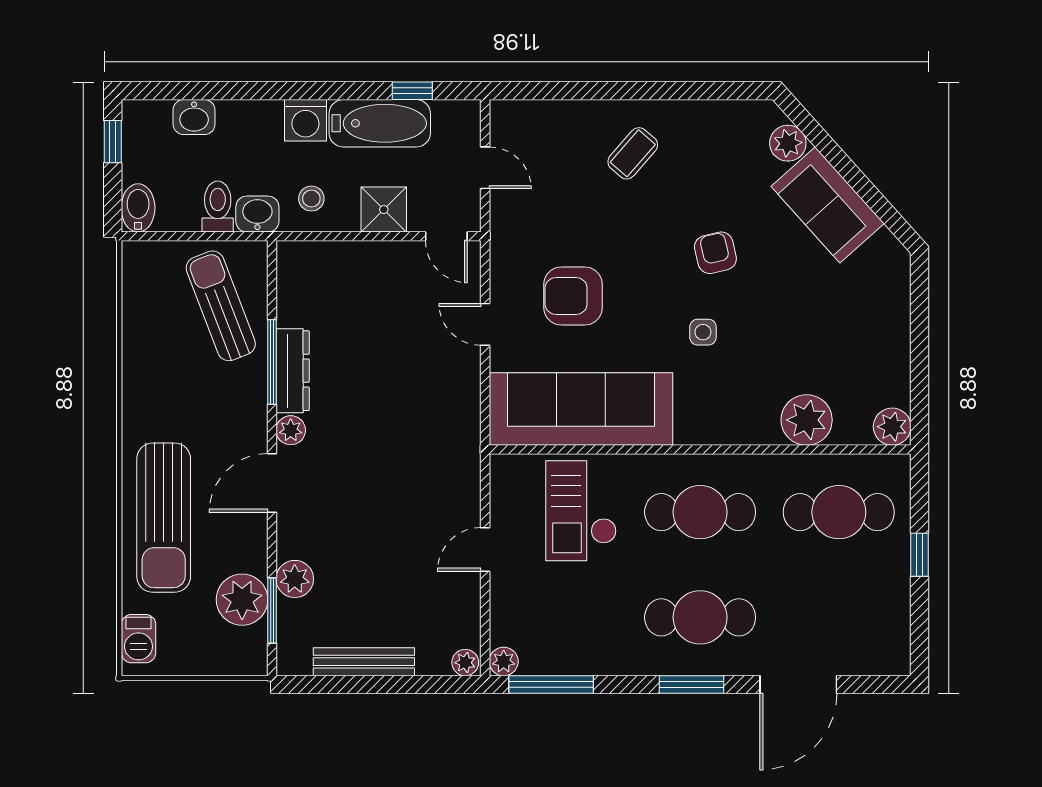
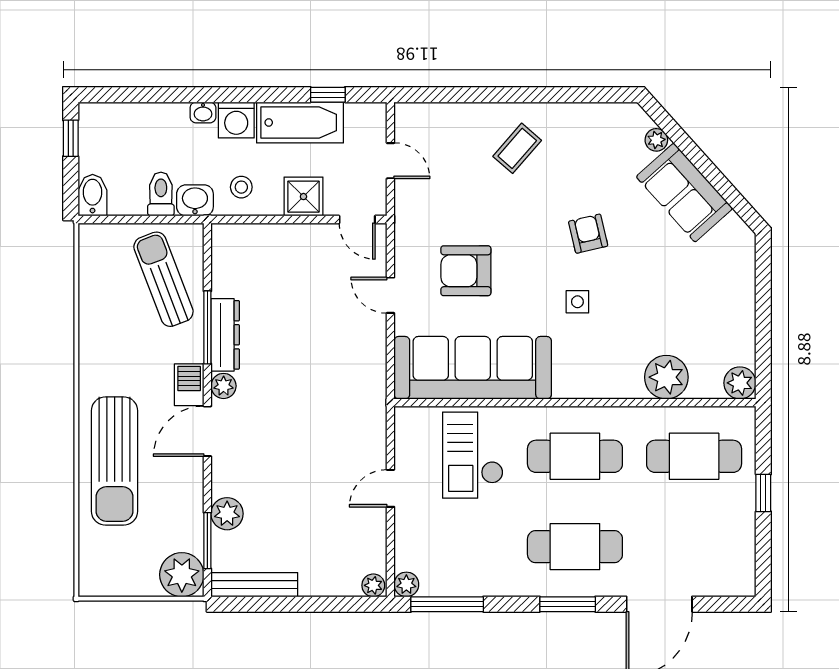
washbasin: (194, 117) -> (203, 112), moved, width x0.72, depth x0.69
plant: (788, 143) -> (656, 140), width x0.73, depth x0.73
plant: (242, 600) -> (182, 575), moved
barbecue: (139, 639) -> (189, 385), moved, turned 180
bench: (364, 662) -> (254, 585), moved

